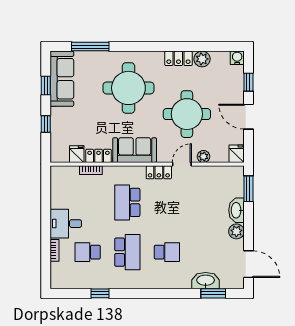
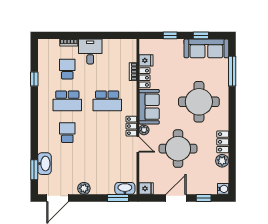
plant: (204, 157) -> (144, 130), moved
school desk: (127, 202) -> (107, 101), turned 180
washbasin: (237, 210) -> (125, 188), moved
school desk: (167, 252) -> (67, 133), turned 180

